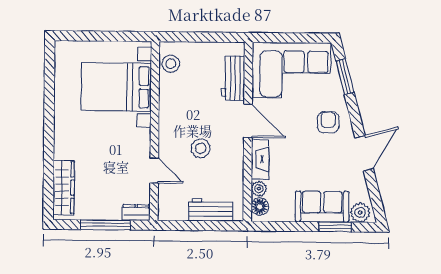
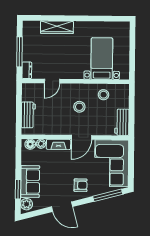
stool: (171, 64) -> (104, 95), moved
window: (345, 77) -> (108, 195), width x1.44
workbench: (233, 78) -> (122, 122), moved, turned -90
bed with nightstands: (116, 87) -> (102, 59), width x0.73
stool: (201, 148) -> (79, 107), moved
wardrobe: (64, 188) -> (57, 27), moved

